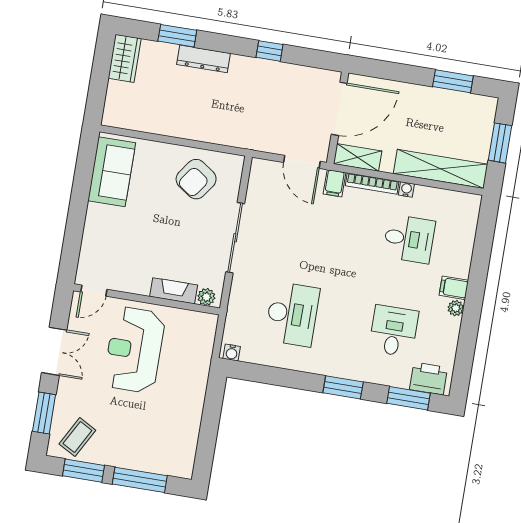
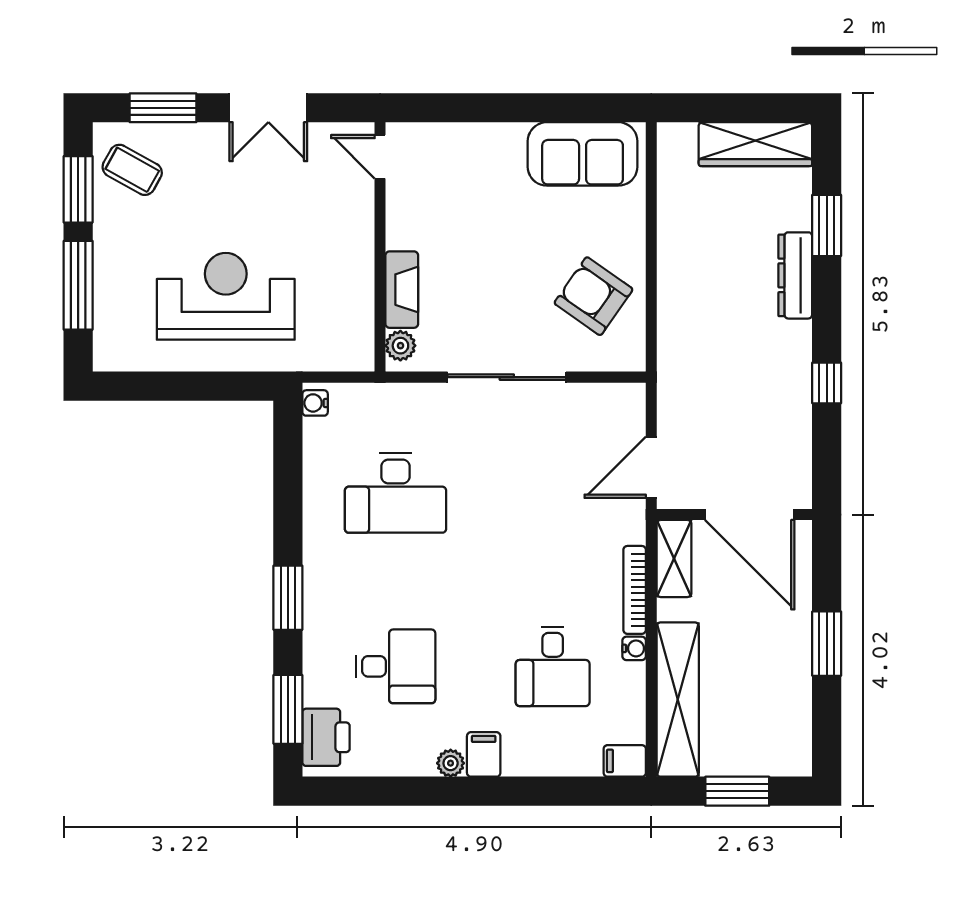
wardrobe: (125, 58) -> (755, 144), width x1.50
window: (453, 81) -> (827, 644), moved
filing cabinet: (334, 183) -> (625, 761), moved
reception desk: (134, 350) -> (226, 296), moved

